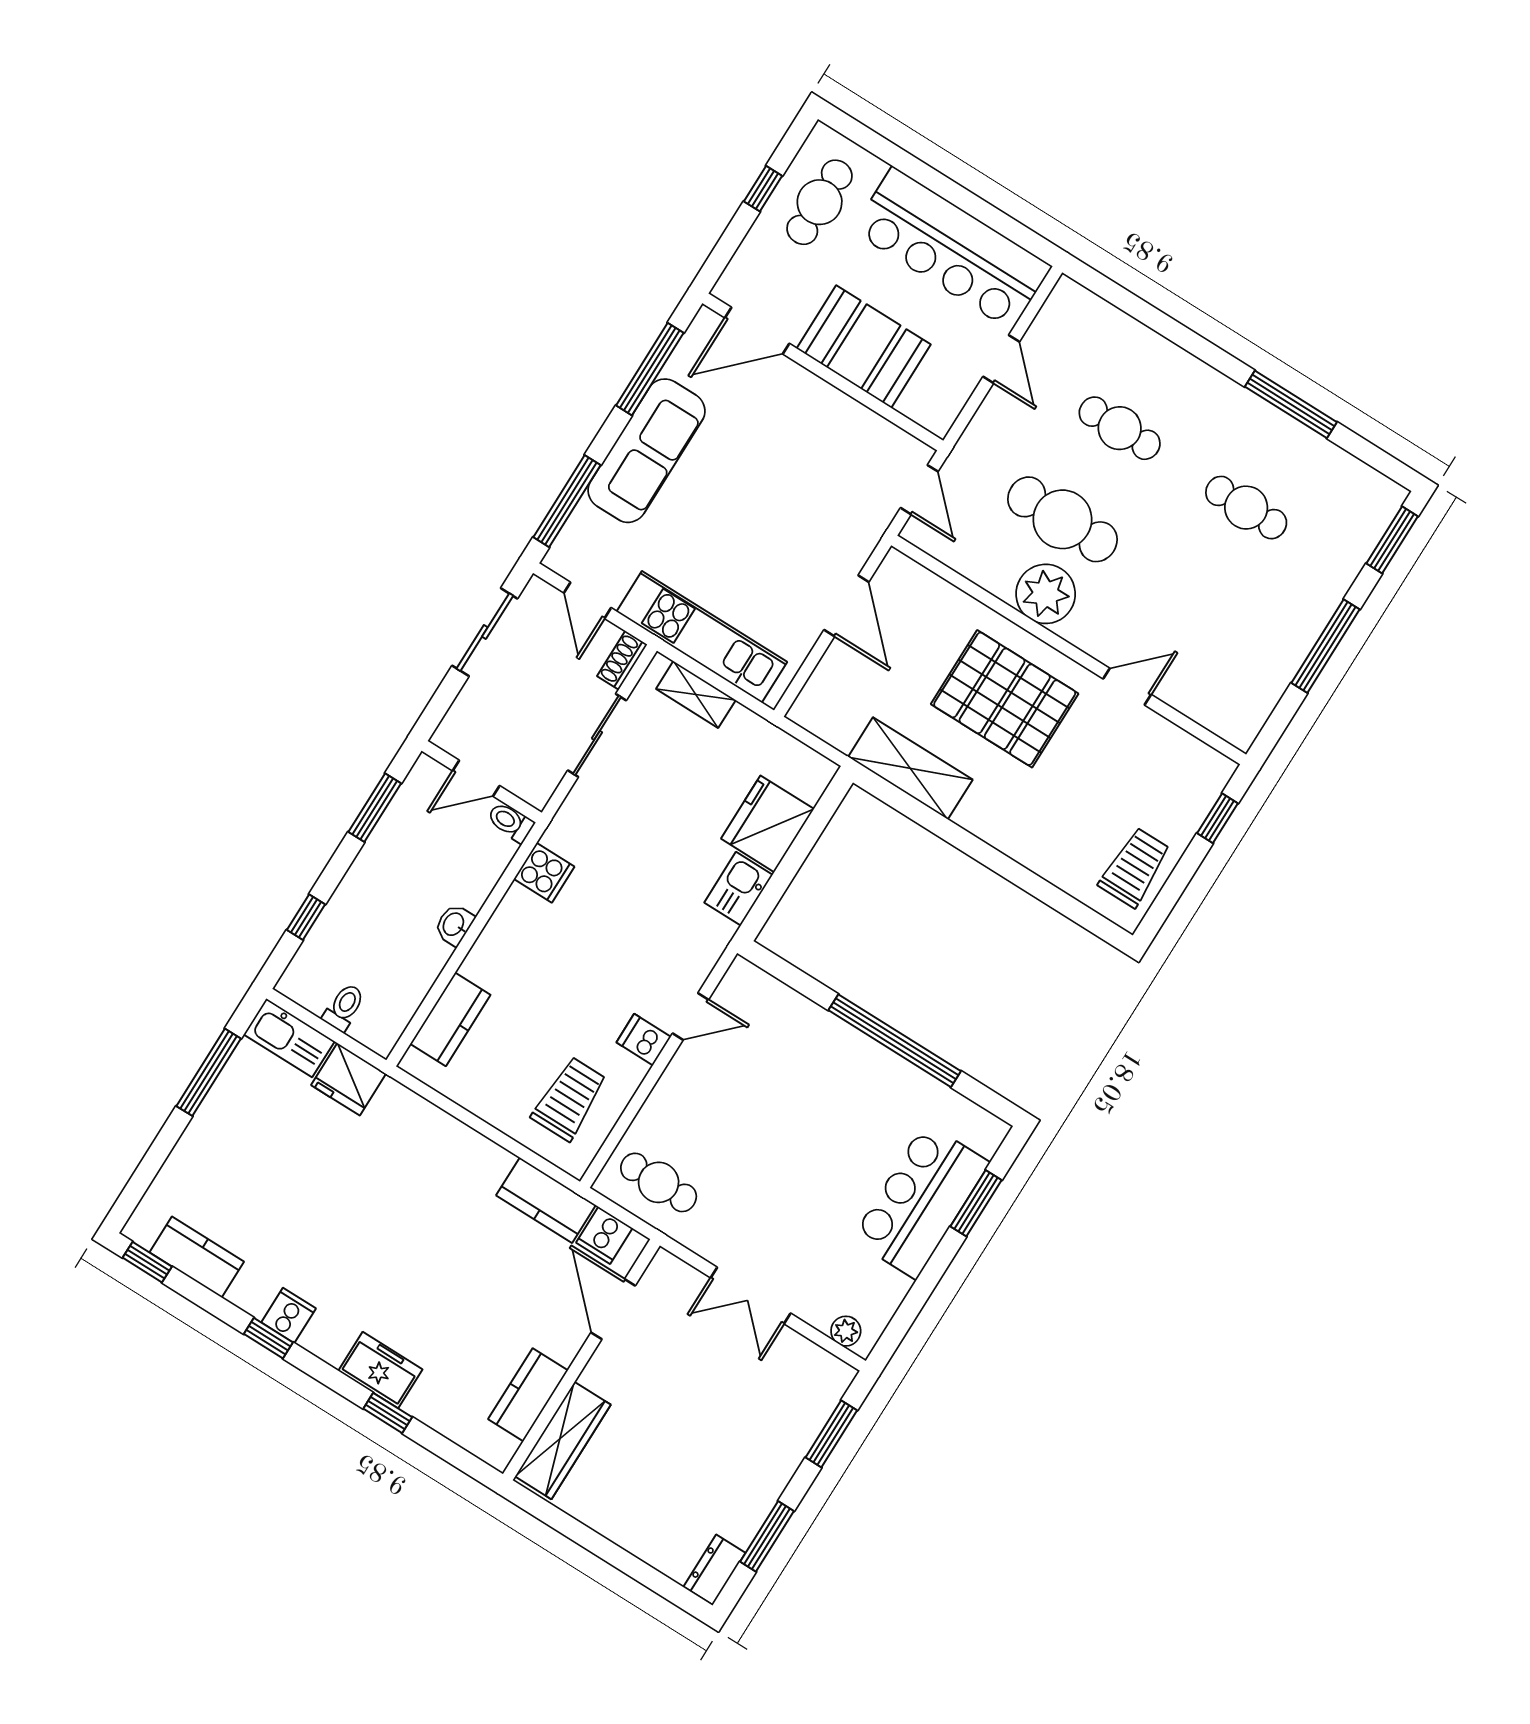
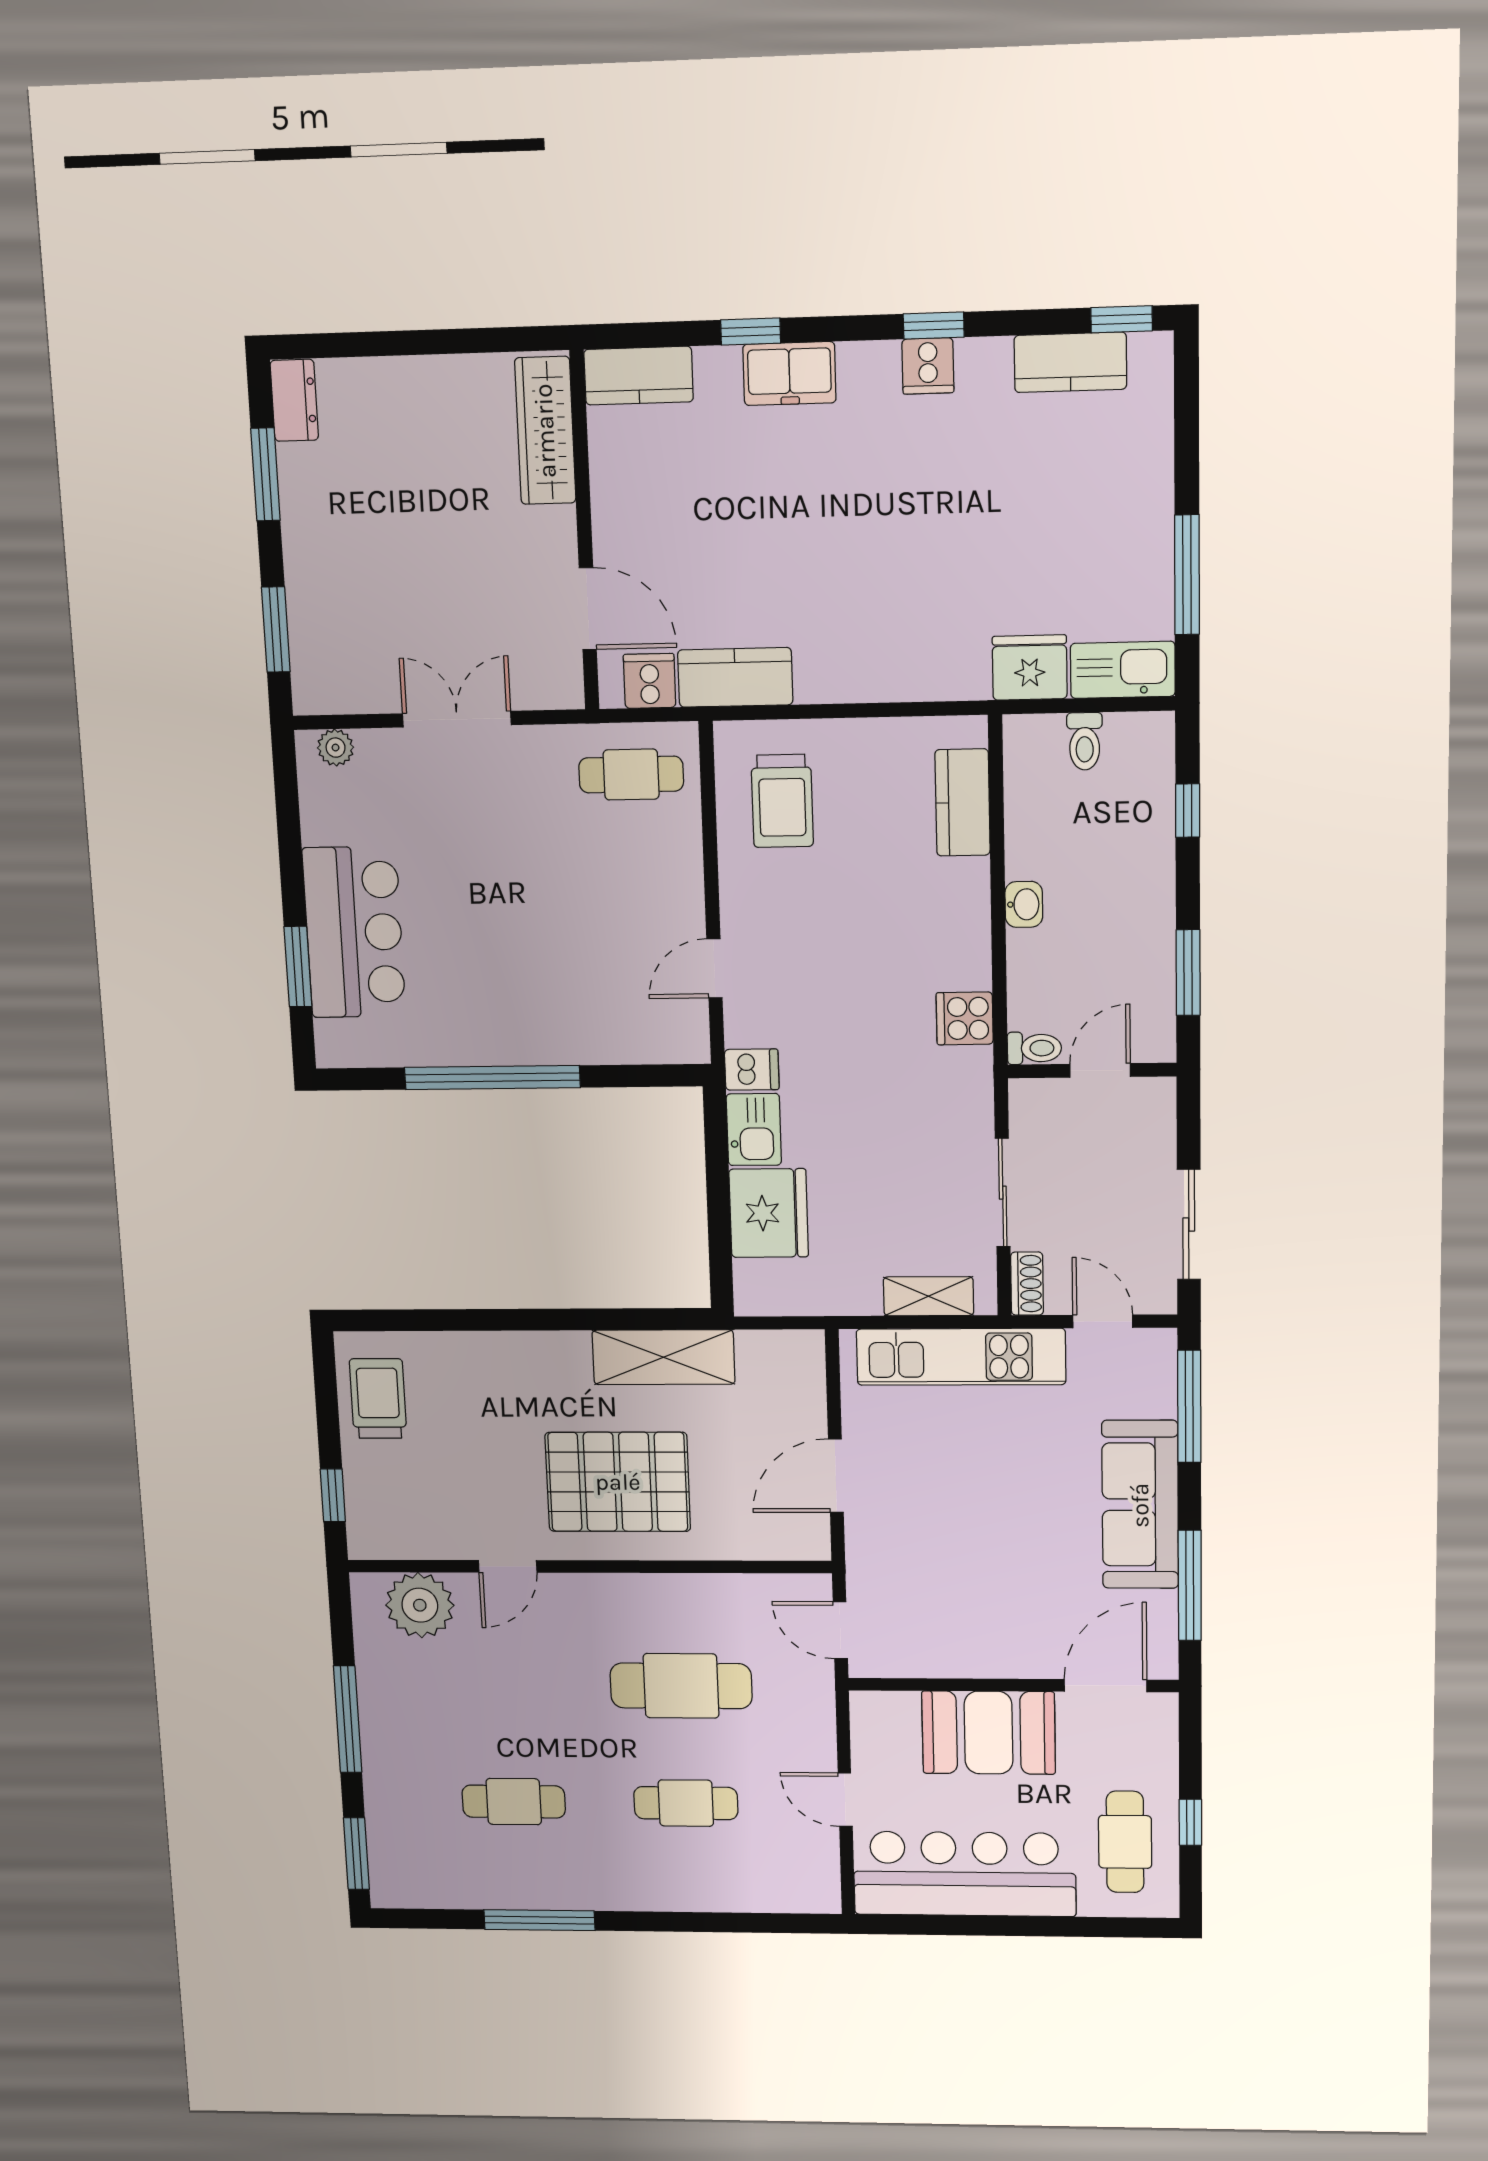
plant: (1046, 594) -> (420, 1605), moved
door: (846, 606) -> (836, 1476), hinge flipped
trolley: (1135, 867) -> (378, 1399), turned 180
dishwasher: (644, 1040) -> (752, 1070), moved
kitchen counter: (528, 1395) -> (638, 376), moved, turned 90

